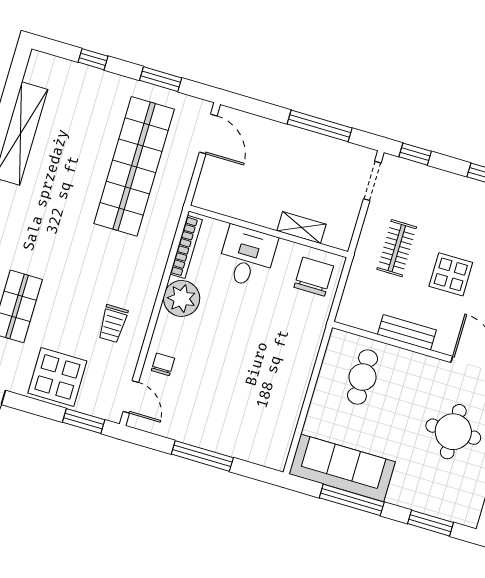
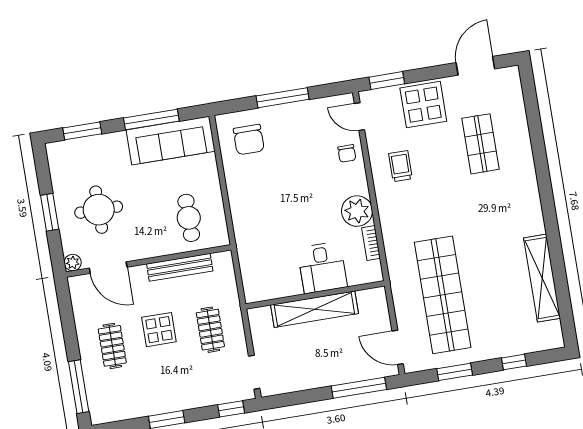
window: (320, 126) -> (359, 388), moved
shelving: (302, 228) -> (314, 309), width x2.20, depth x1.33
bookcase: (186, 247) -> (371, 243), width x0.64
chair: (314, 277) -> (249, 140), moved
bench: (407, 332) -> (180, 267), width x1.36

